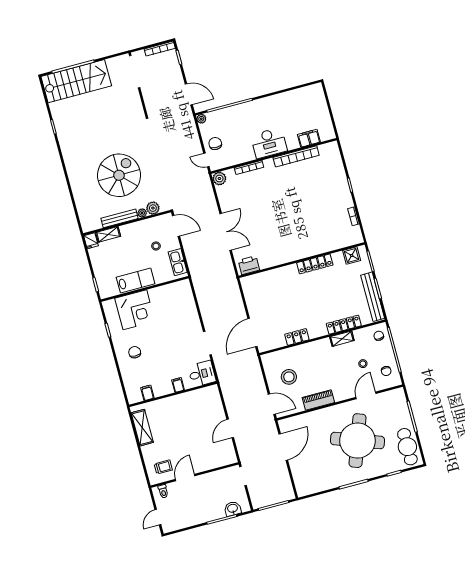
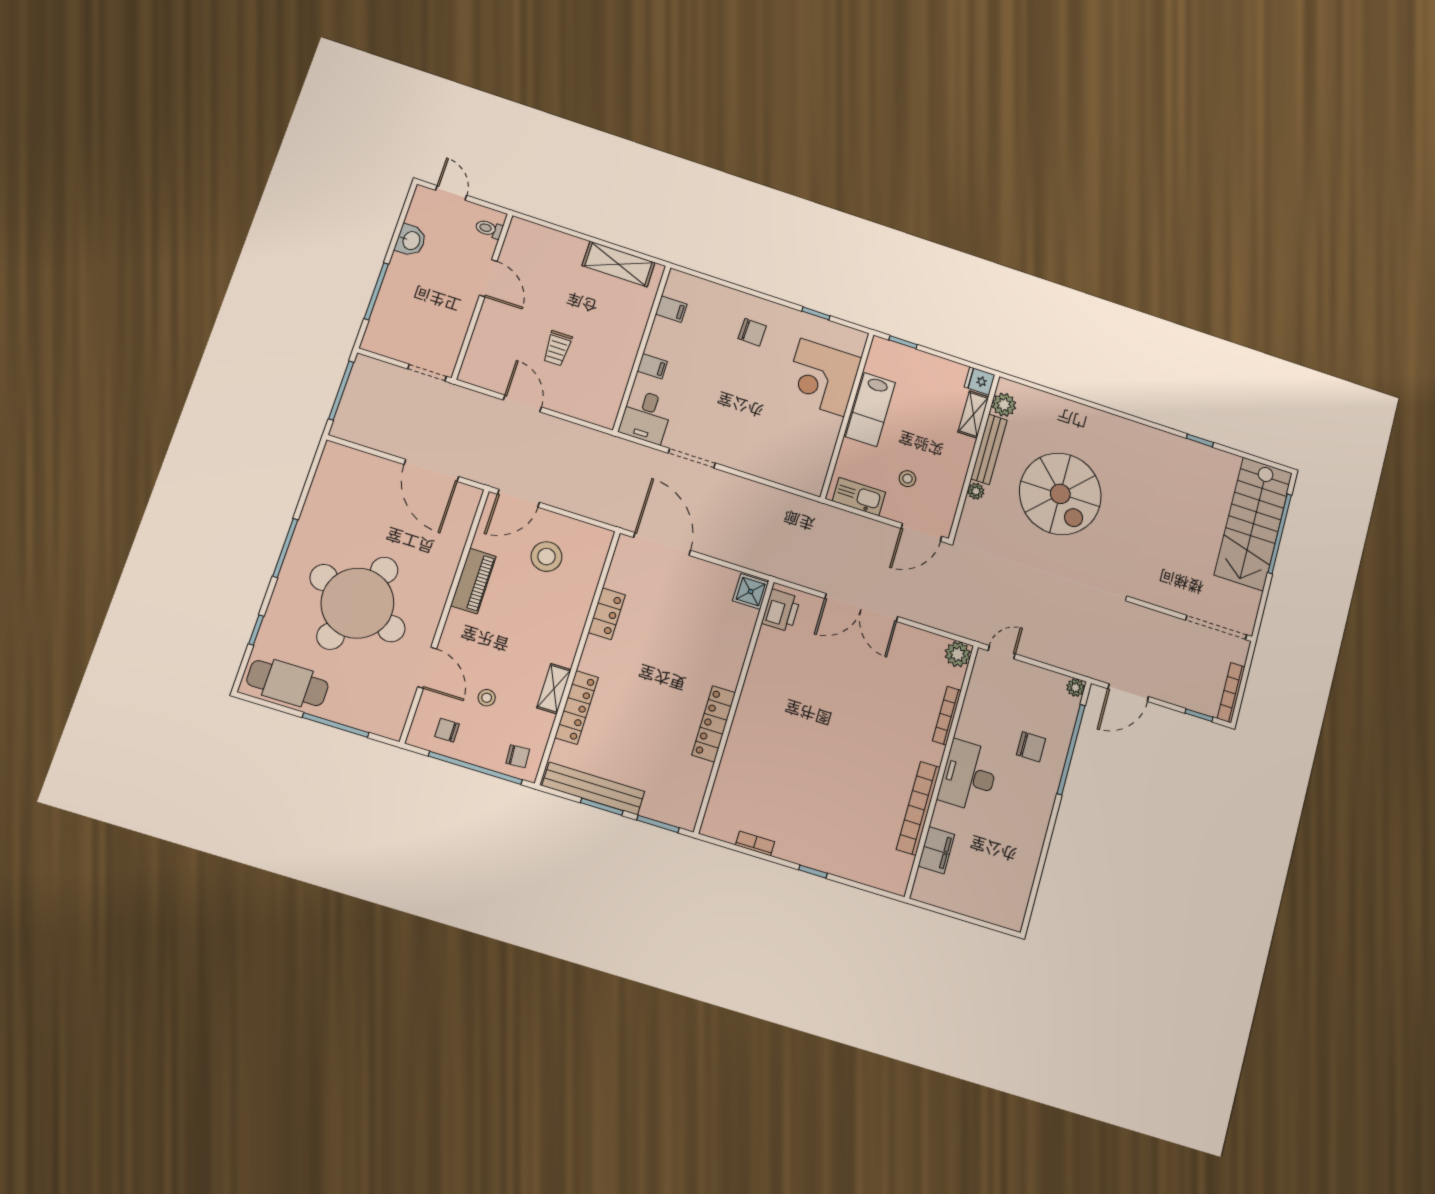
chair: (215, 144) -> (1031, 747), moved
plant: (153, 208) -> (1004, 405), moved
shower: (352, 255) -> (751, 592), moved
trolley: (163, 467) -> (557, 348), moved
washbasin: (233, 509) -> (411, 240), moved

